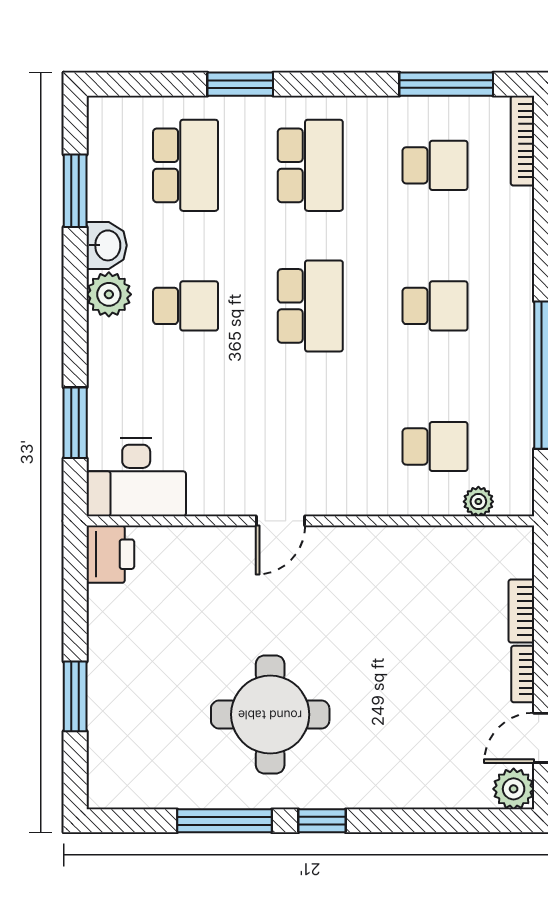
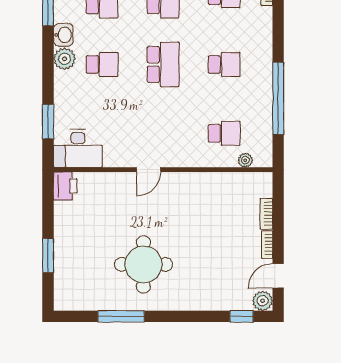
window: (322, 821) -> (242, 316), moved

